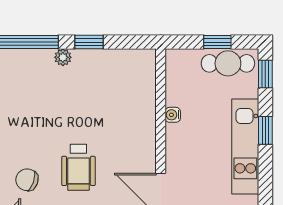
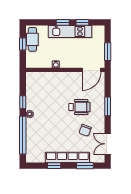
window: (265, 74) -> (82, 22), moved

